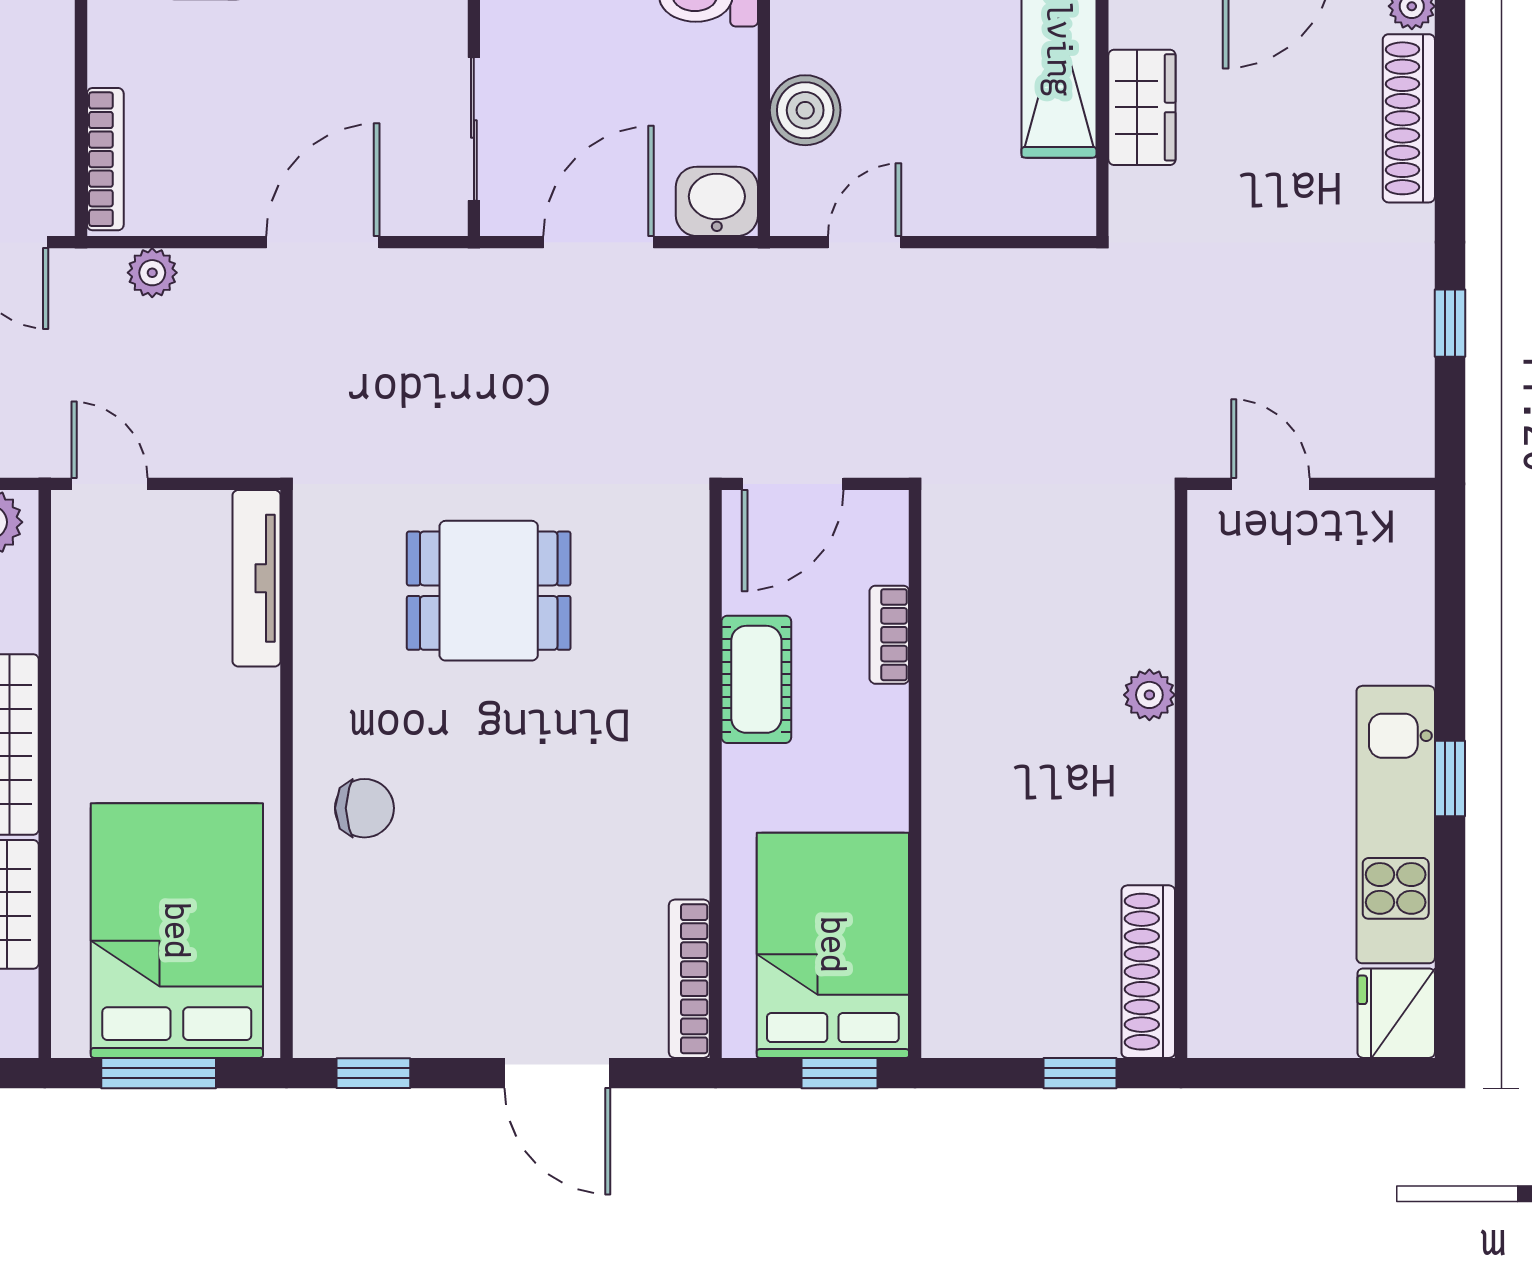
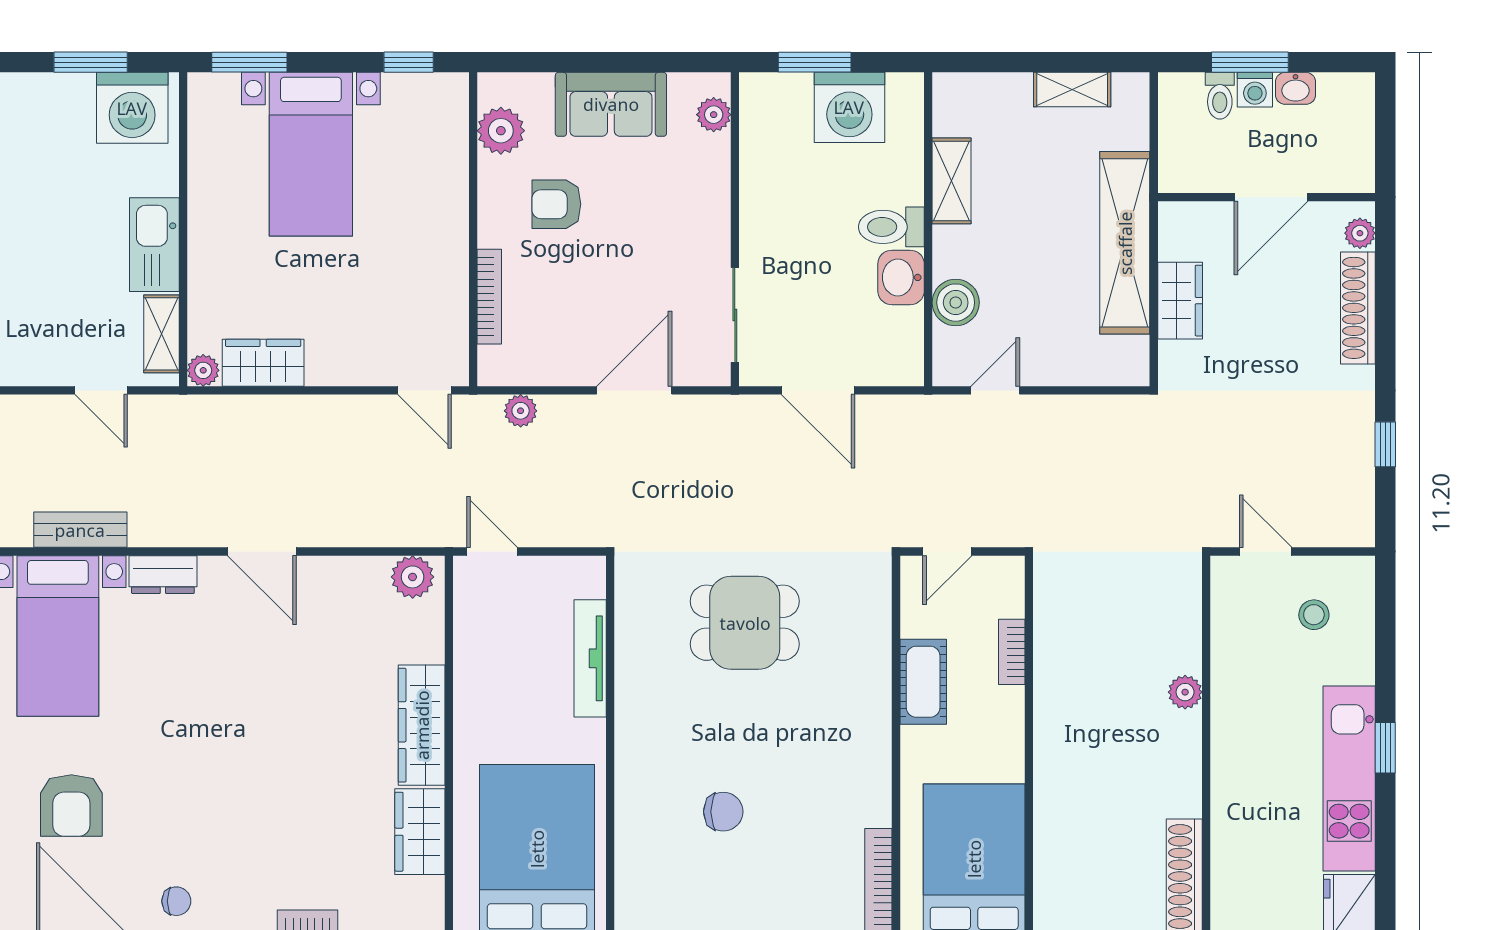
bookcase: (105, 159) -> (489, 297), moved
washbasin: (717, 201) -> (901, 277), moved, turned -90
door: (599, 242) -> (818, 390), swing flipped
door: (793, 484) -> (947, 551), width x0.73
tv unit: (257, 578) -> (590, 658), moved
stool: (1343, 579) -> (1314, 615), added
chair: (364, 808) -> (723, 812), moved

